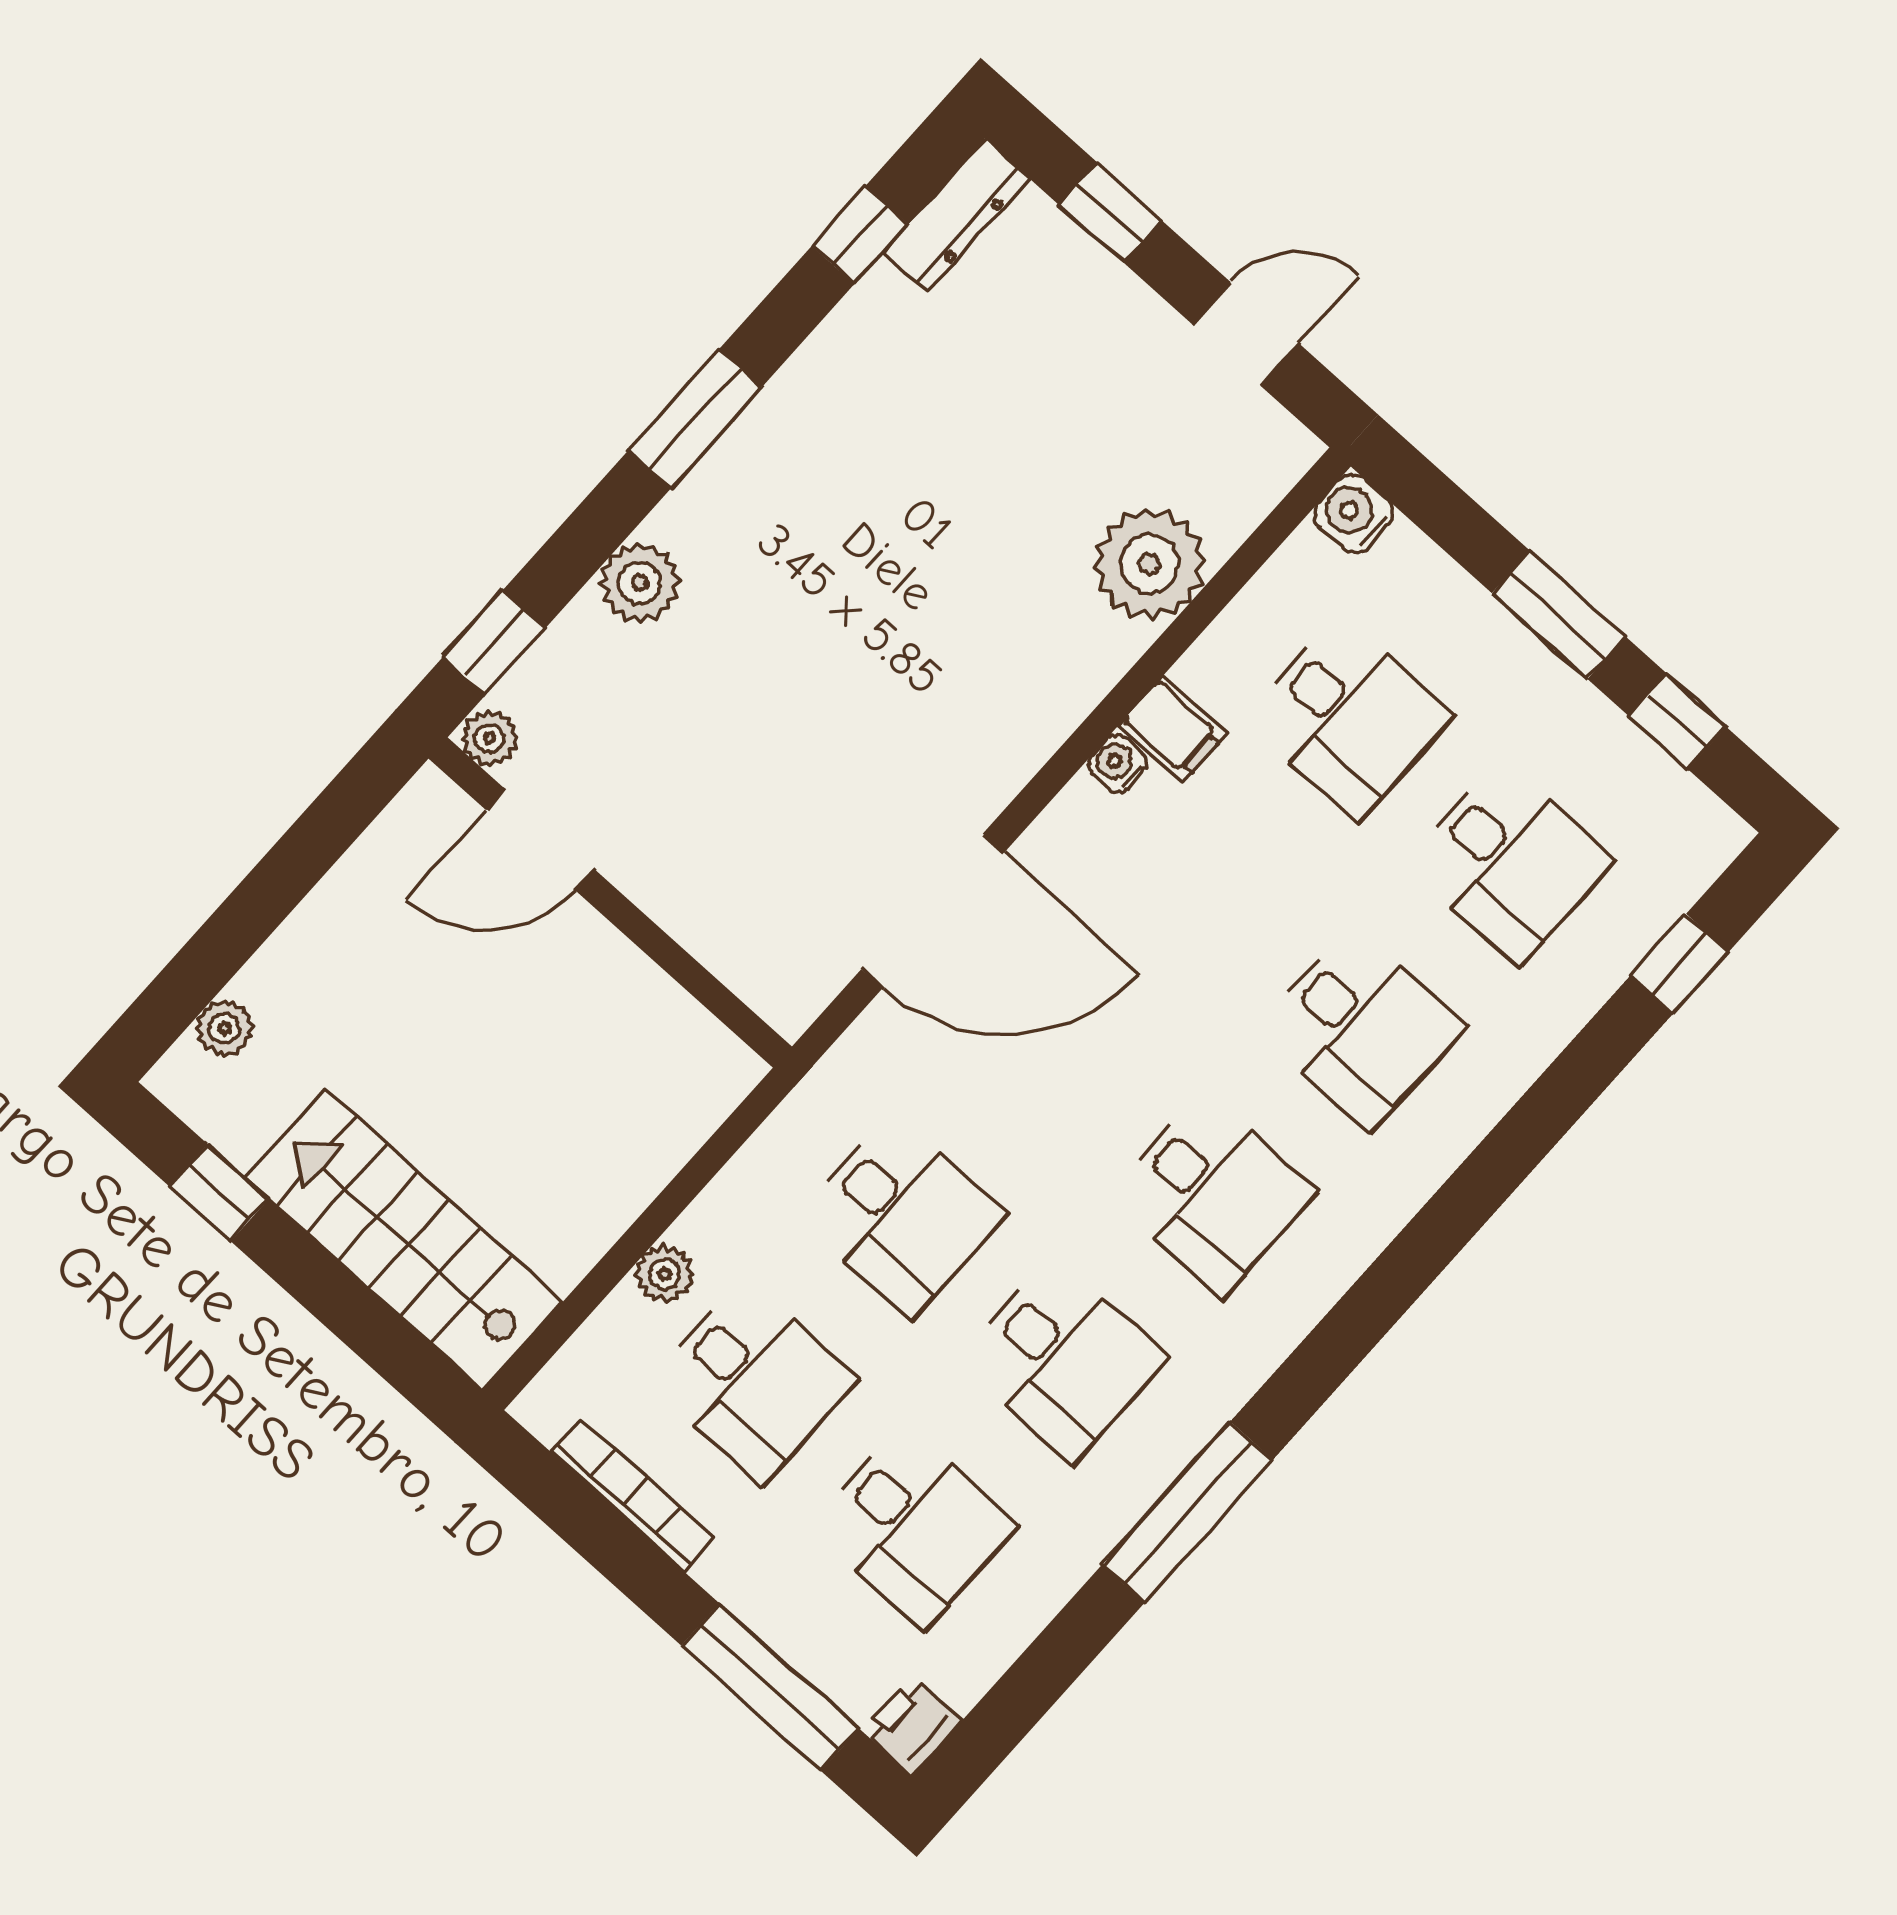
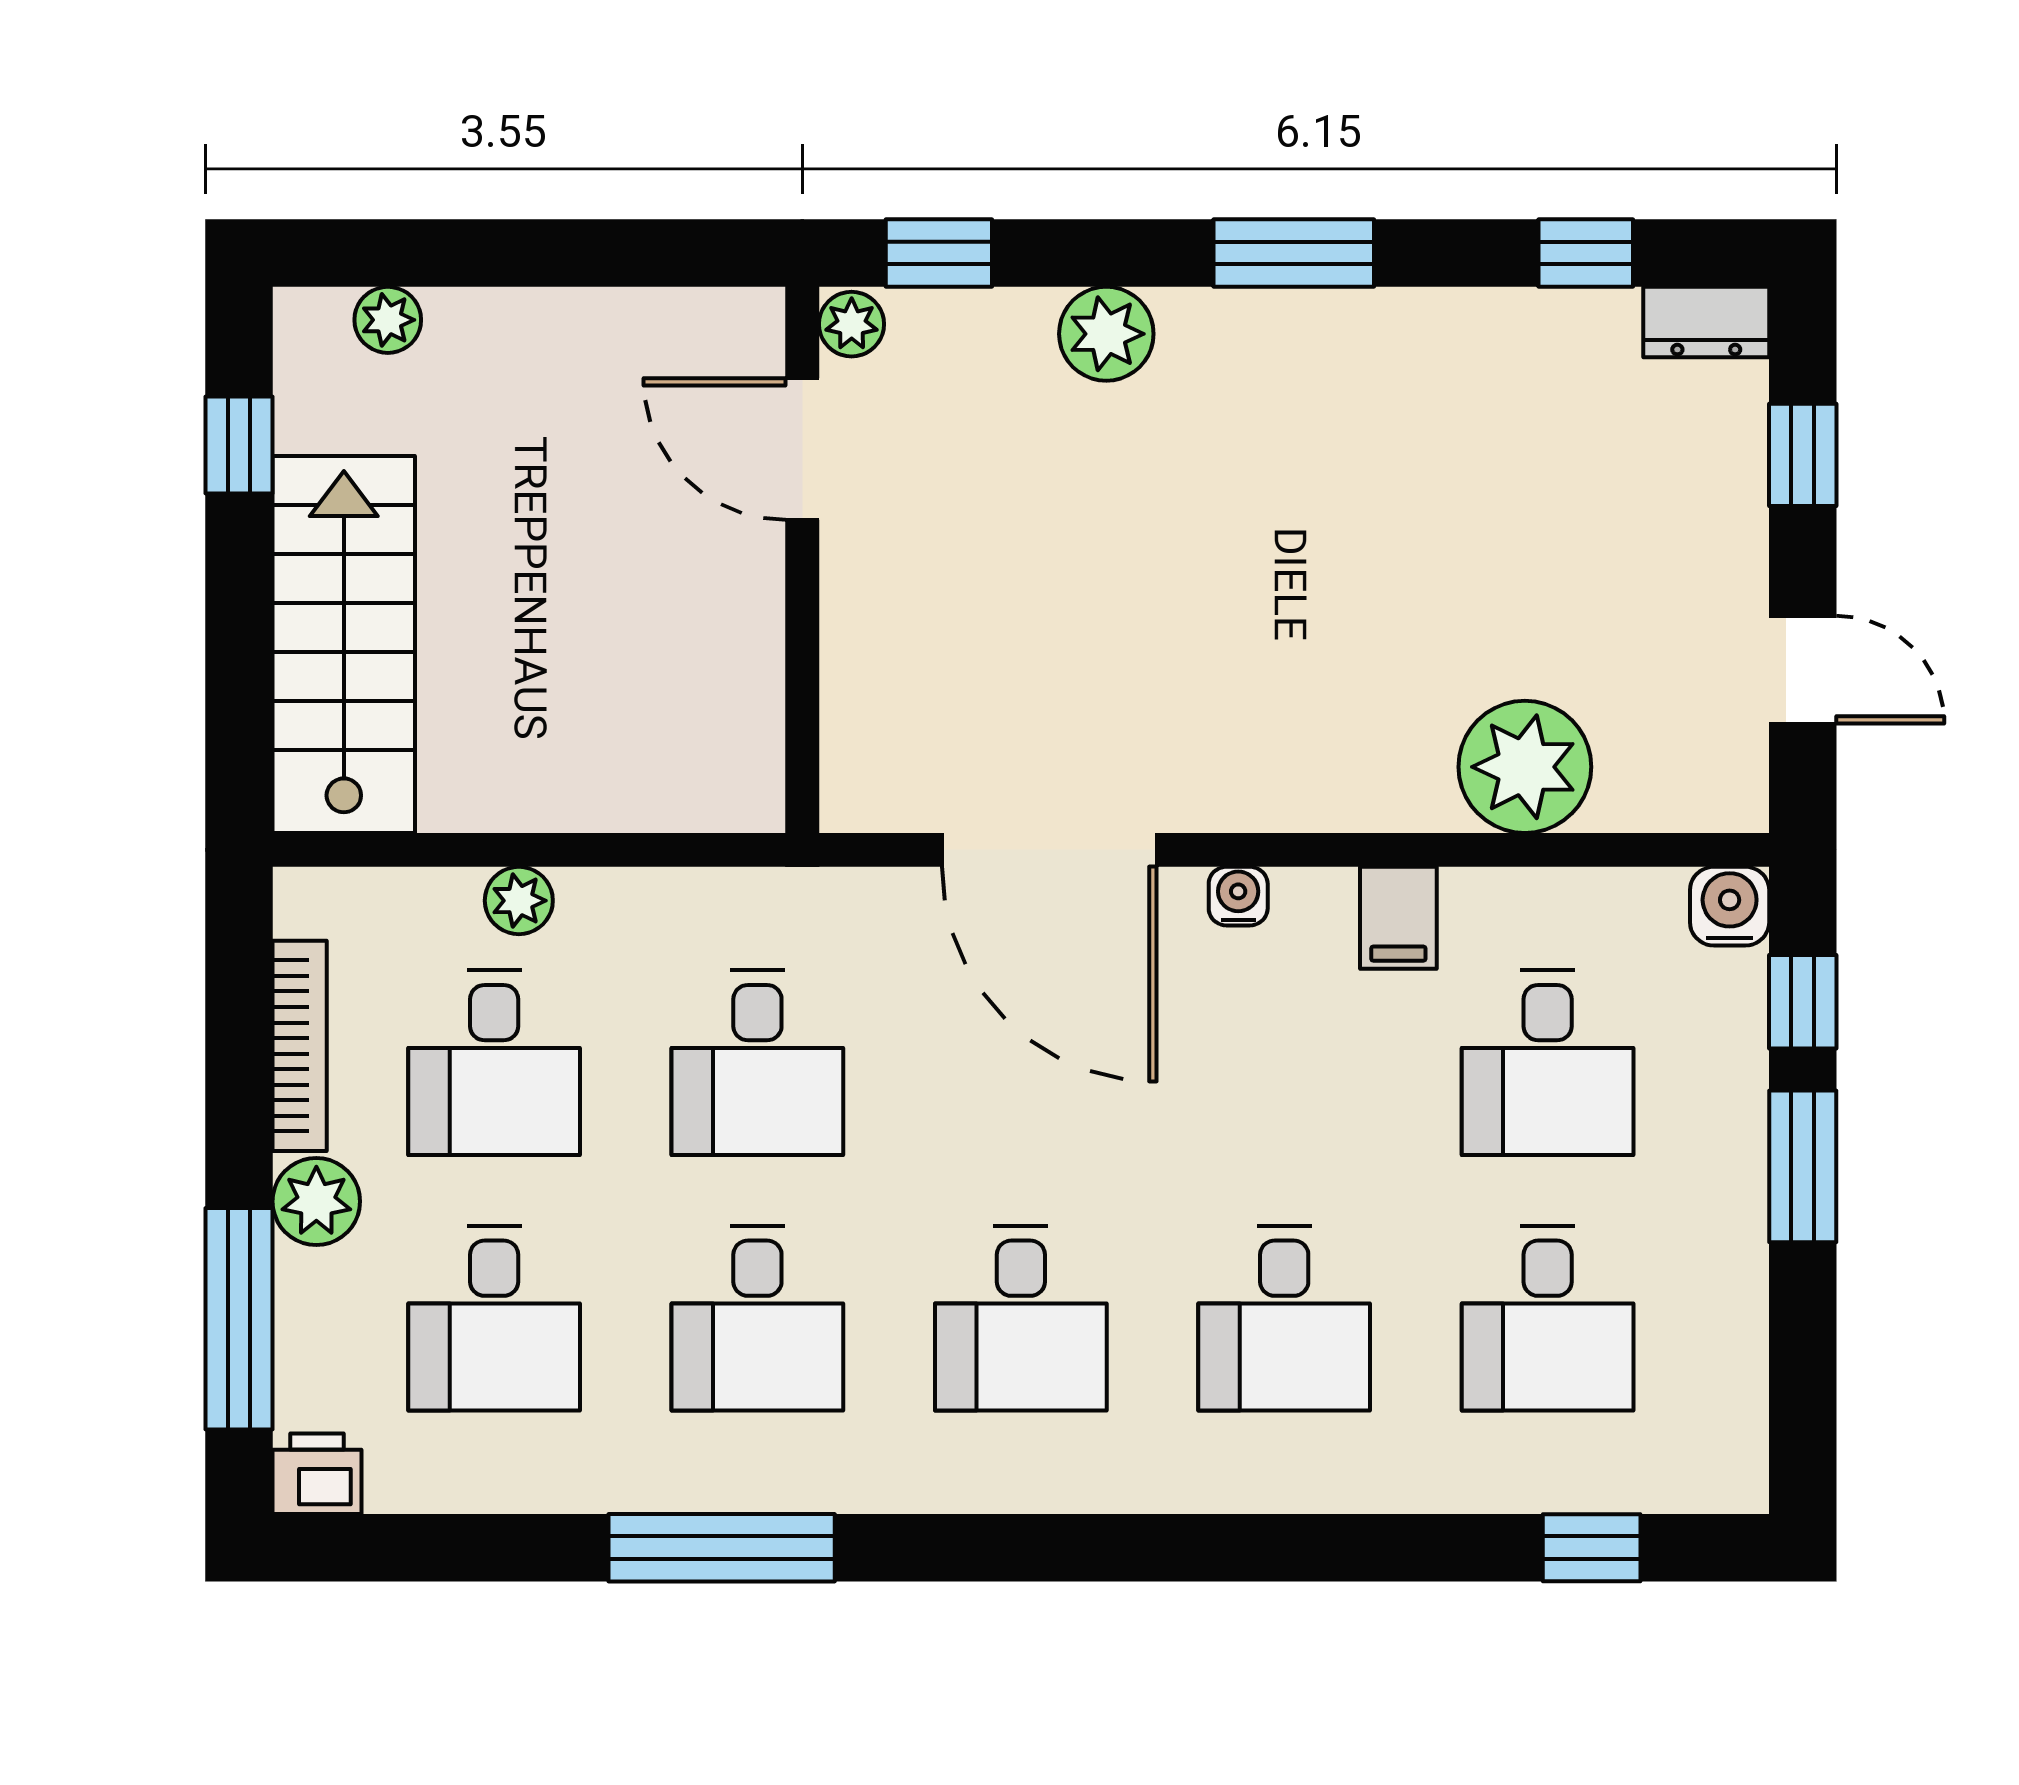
dresser: (956, 215) -> (1706, 322), width x0.70
window: (1677, 721) -> (1803, 1002), moved
water cooler: (1117, 764) -> (1238, 896), moved
plant: (740, 1572) -> (316, 1201), added

